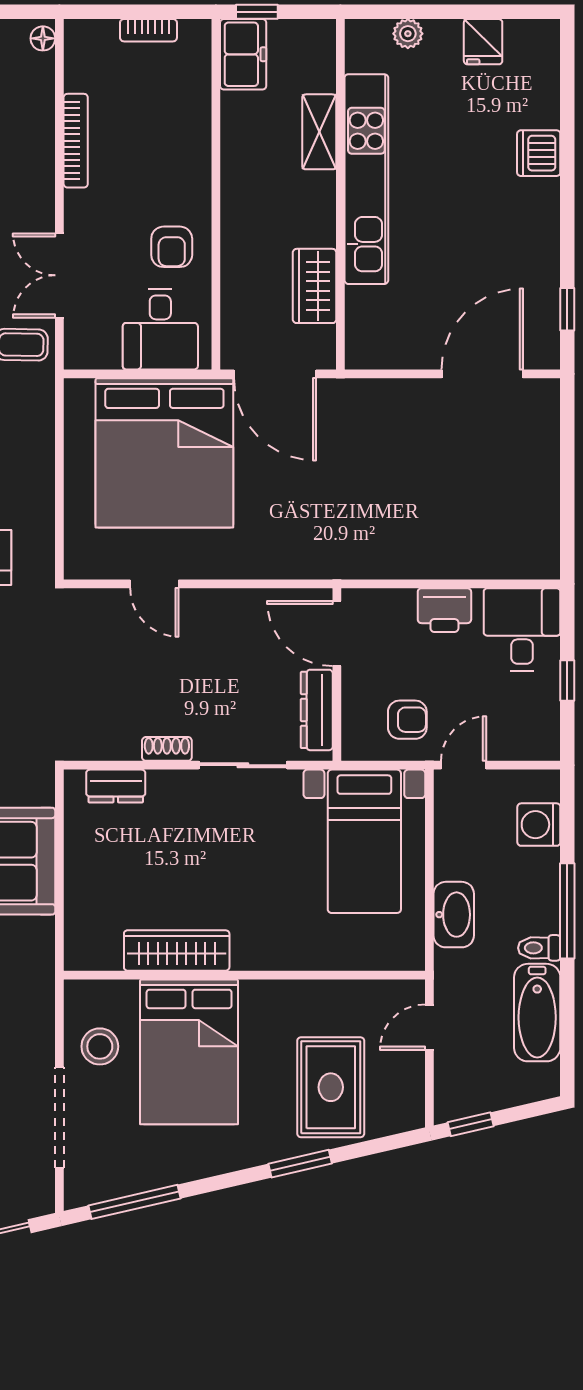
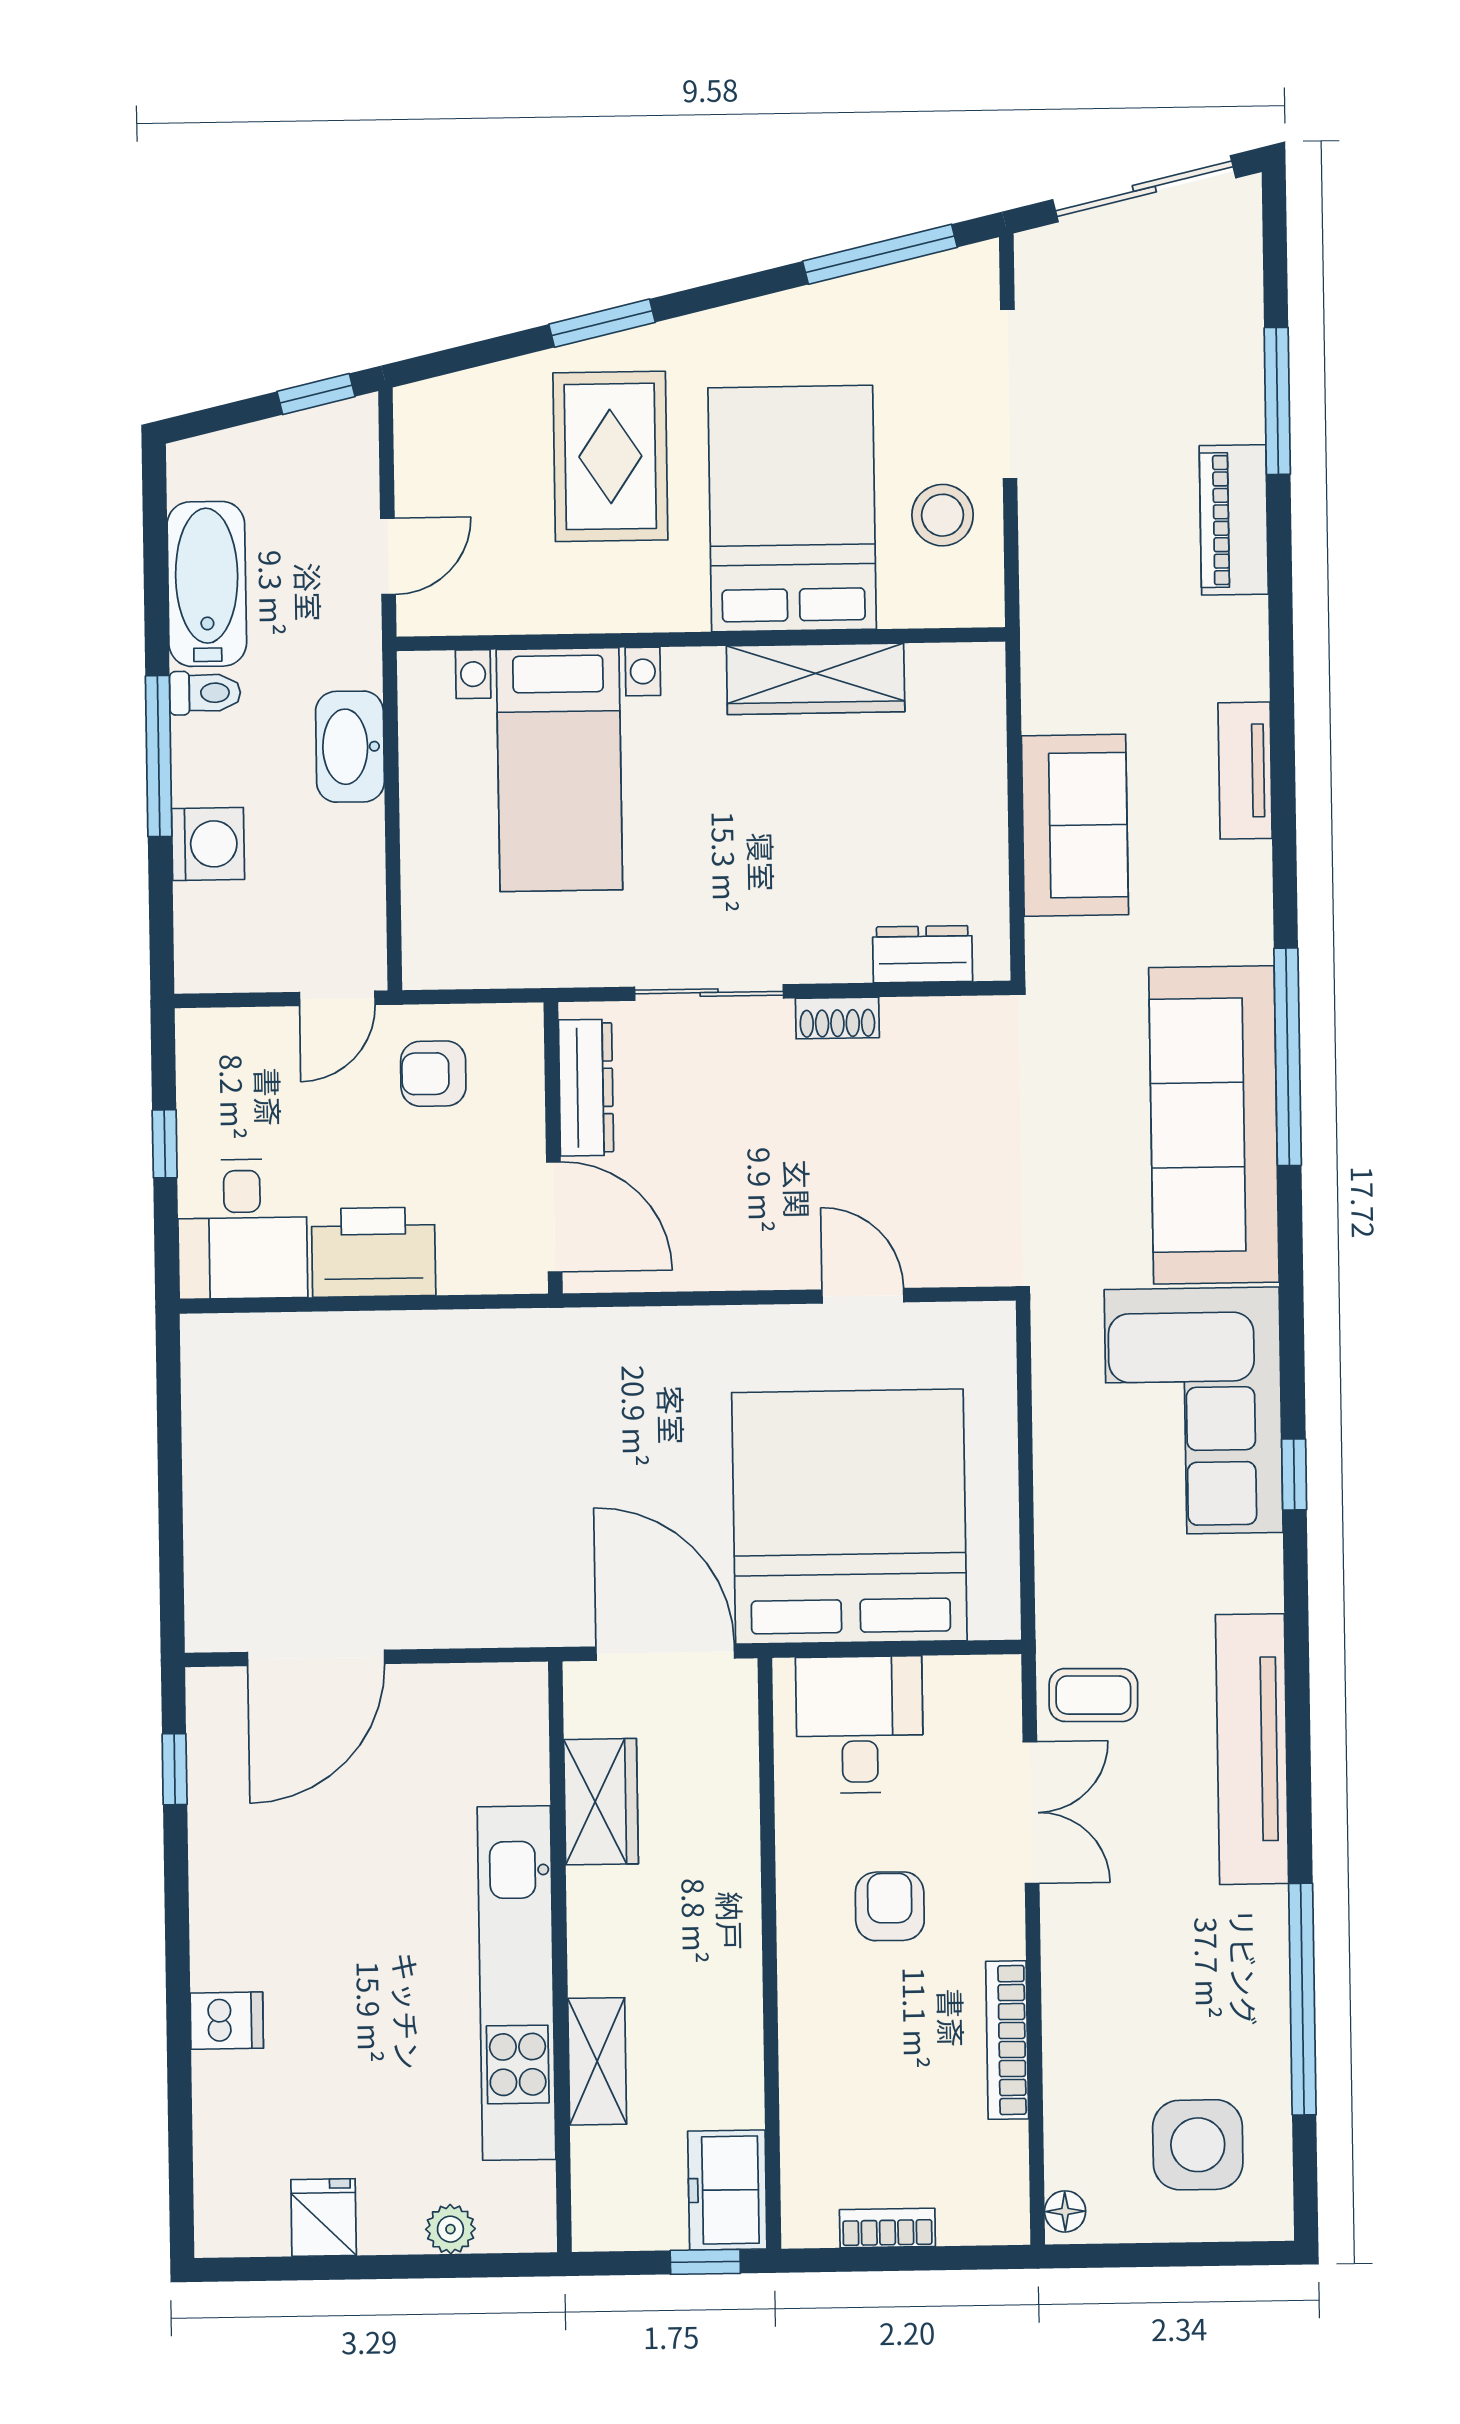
dishwasher: (539, 153) -> (227, 2021), width x0.73
armchair: (172, 247) -> (890, 1906), moved
printer: (444, 610) -> (374, 1252), width x1.37, depth x1.19
washing machine: (539, 825) -> (208, 844), moved
bed with nightstands: (364, 841) -> (559, 770), moved, turned 180
rug: (331, 1087) -> (610, 456), moved

